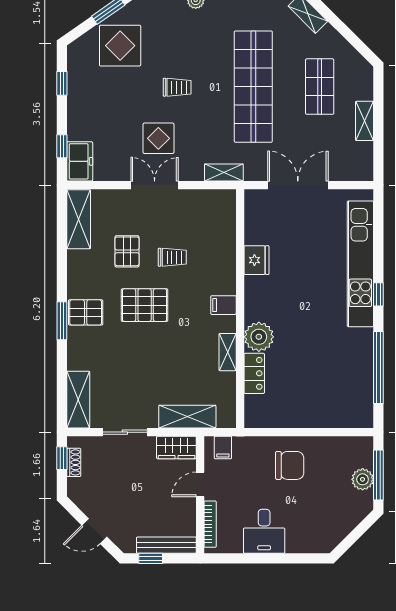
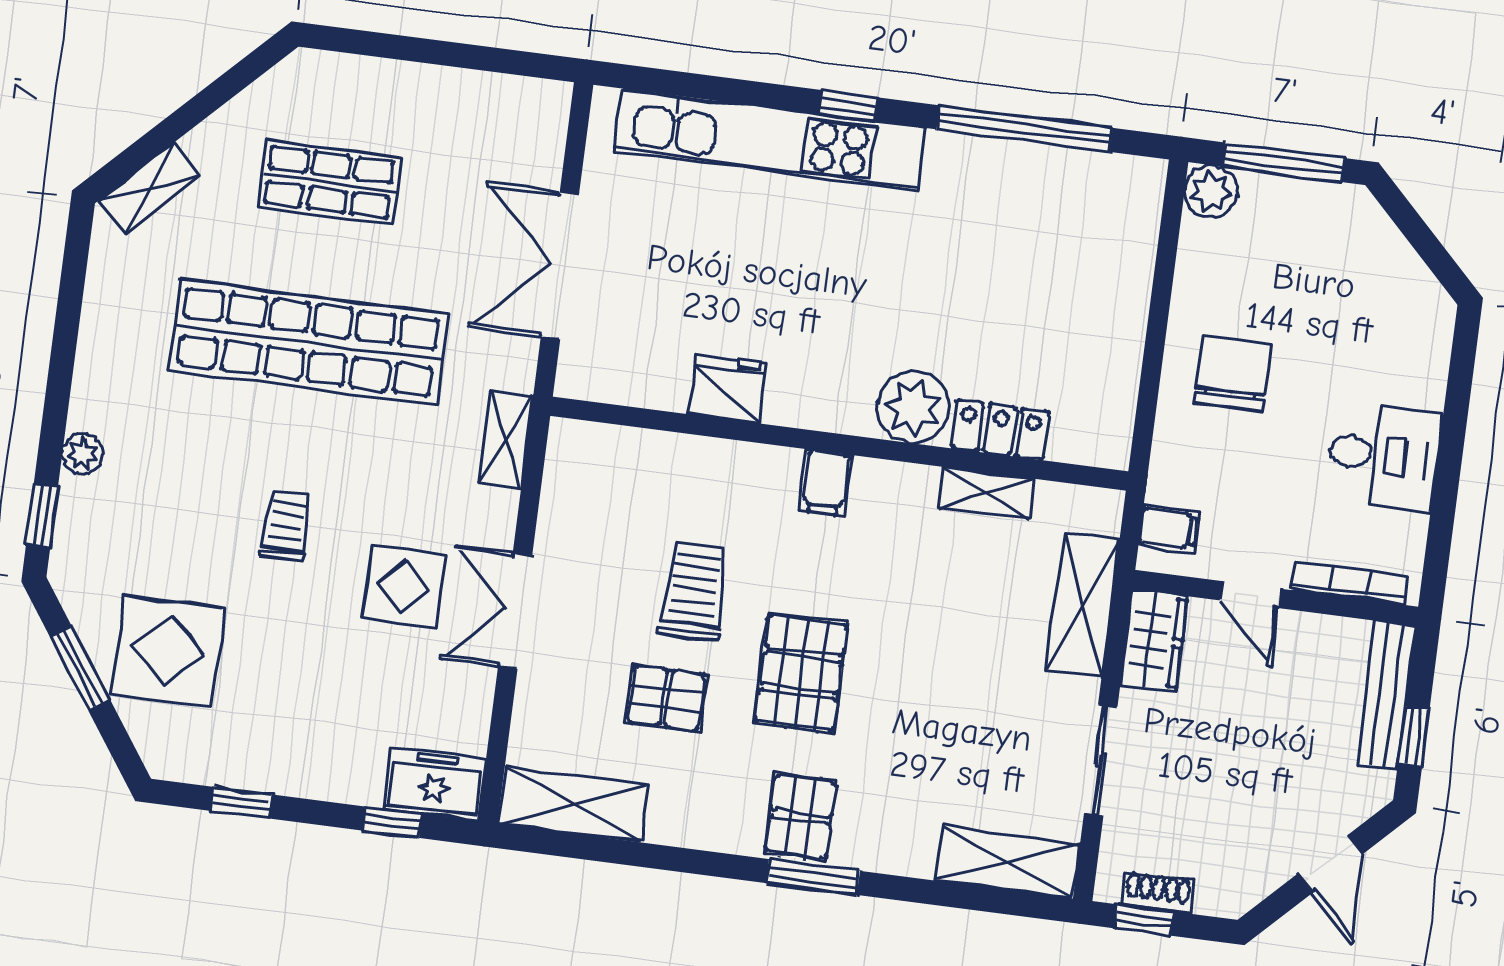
shelving: (365, 121) -> (426, 85), removed
trolley: (172, 257) -> (694, 591), width x1.36, depth x1.39
shelving: (228, 352) -> (986, 493), moved
plant: (363, 479) -> (1211, 192), moved

